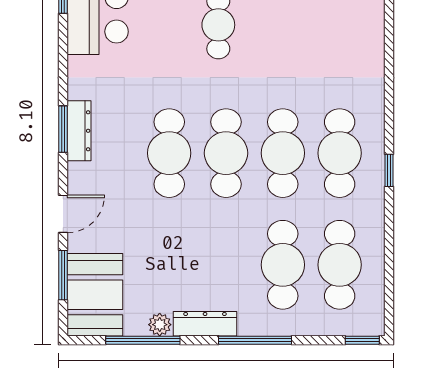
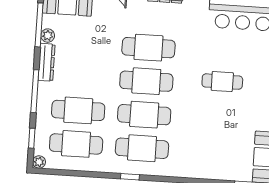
plant: (374, 325) -> (39, 162), added
window: (362, 340) -> (32, 138), moved

